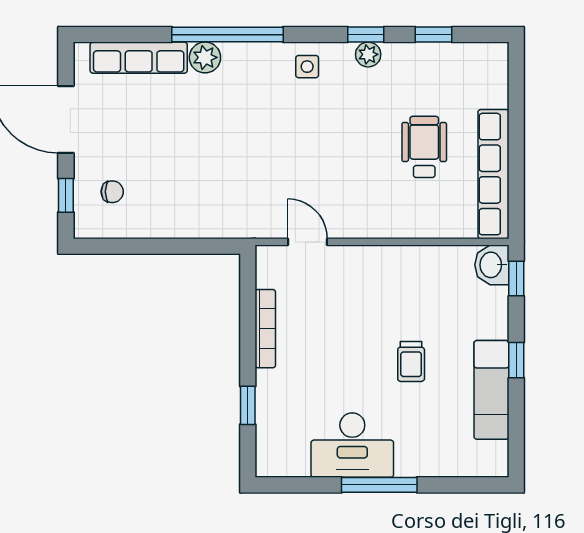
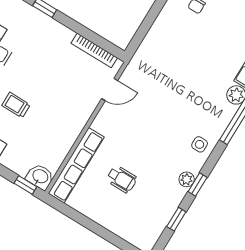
wheelchair: (424, 147) -> (122, 179), width x0.73, depth x0.73
row of seats: (493, 174) -> (76, 165), moved, turned 90
bookcase: (265, 329) -> (94, 50), moved

